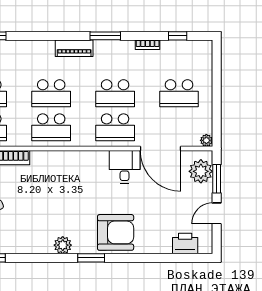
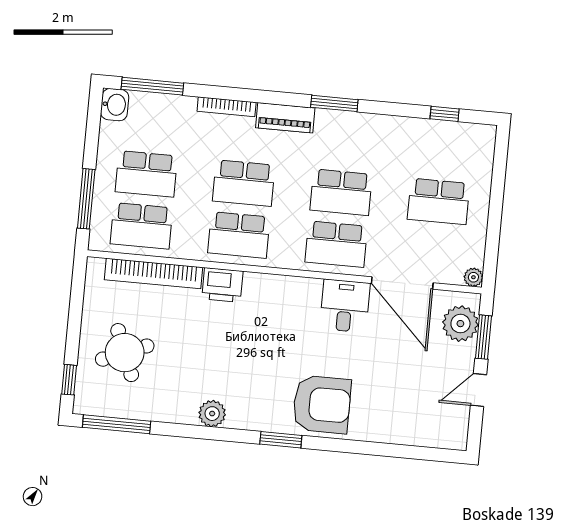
bookcase: (148, 45) -> (227, 107), moved, width x1.56
printer: (185, 244) -> (222, 285), moved, turned 180
plant: (63, 245) -> (212, 414), moved

